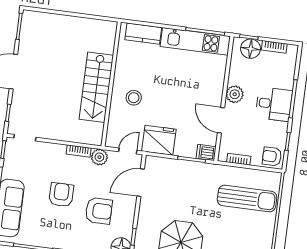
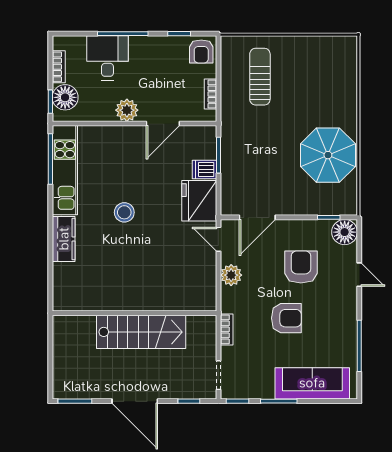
wall: (111, 84) -> (134, 313), moved
stairs: (96, 87) -> (141, 332), moved
stool: (134, 98) -> (124, 212), moved
desk: (274, 104) -> (107, 58), moved
bookcase: (79, 151) -> (227, 329), moved
dishwasher: (206, 152) -> (204, 169), moved, turned 90
door: (141, 183) -> (257, 217), hinge flipped
armchair: (61, 195) -> (286, 318), turned 180
sun lounger: (247, 198) -> (260, 77), width x0.73, depth x0.75

